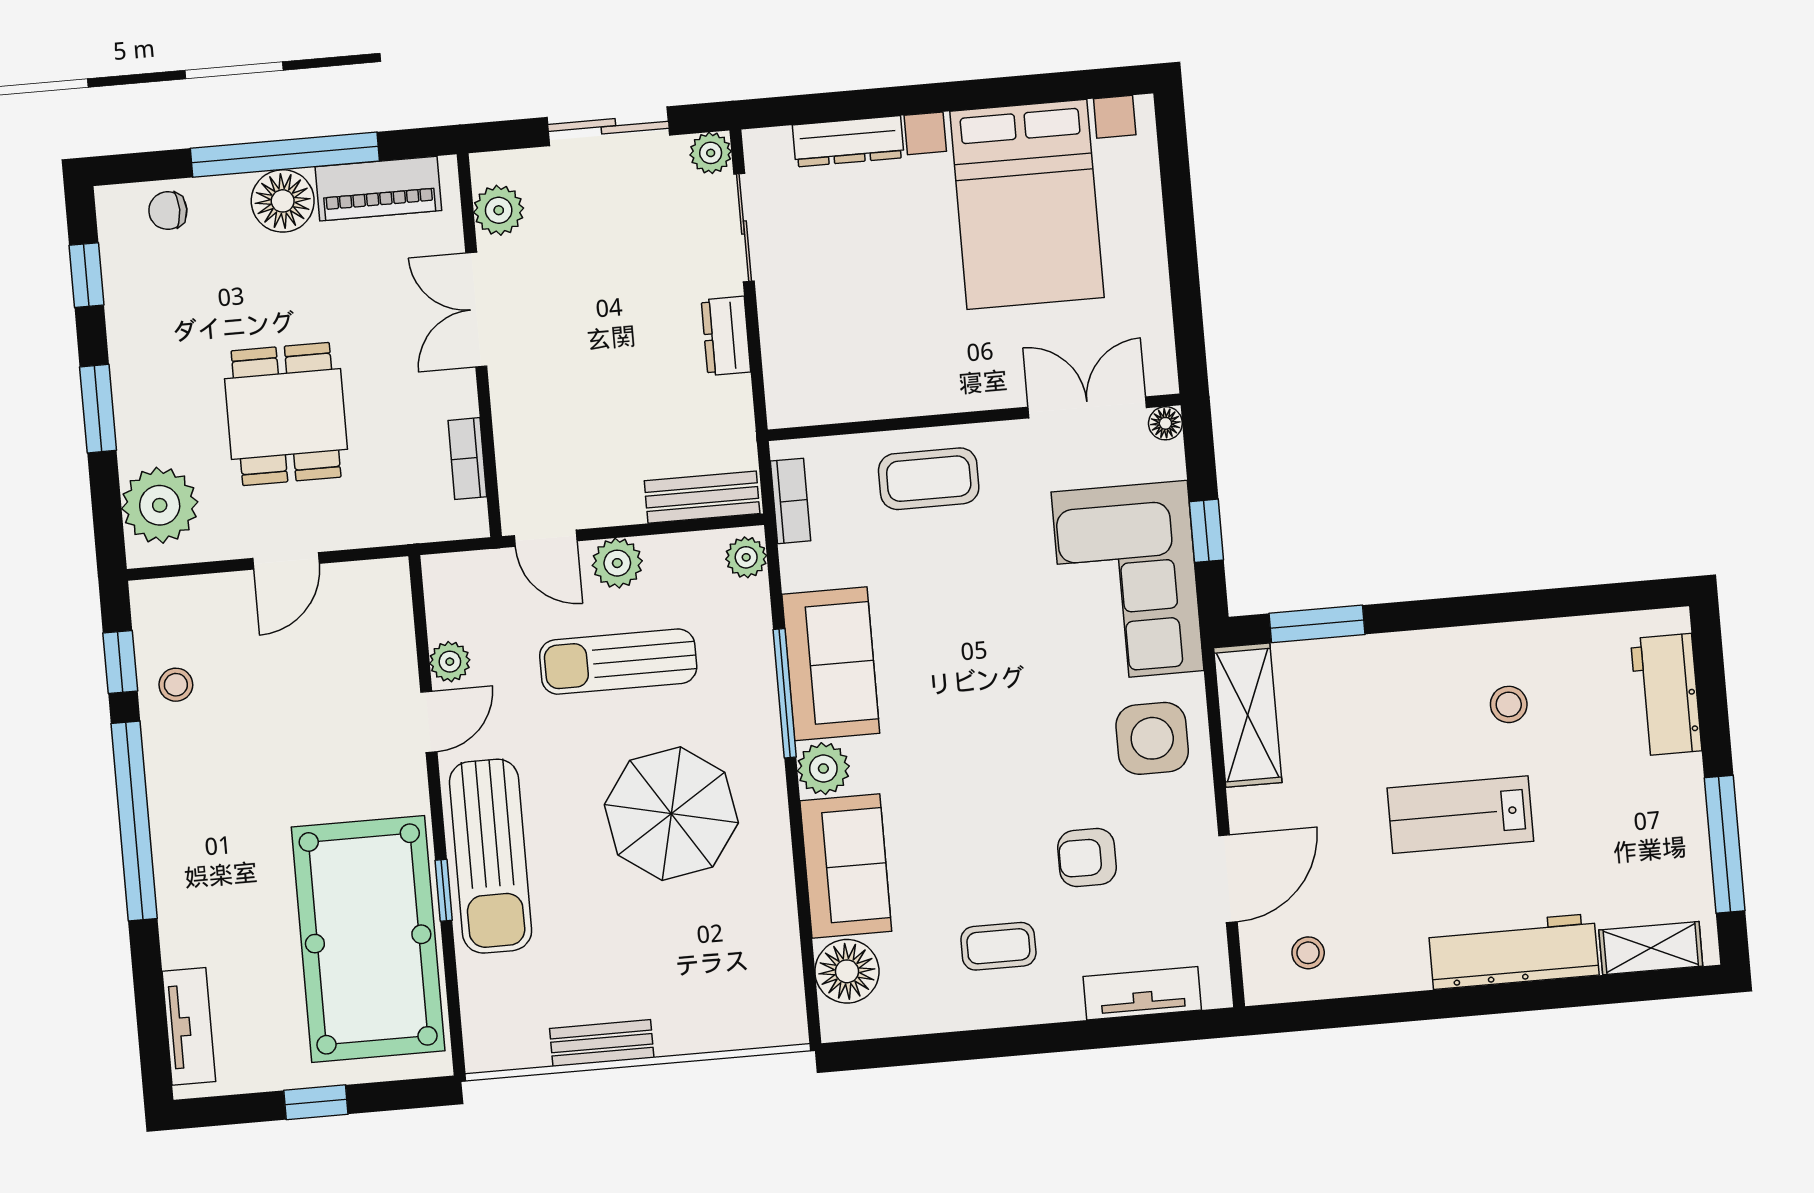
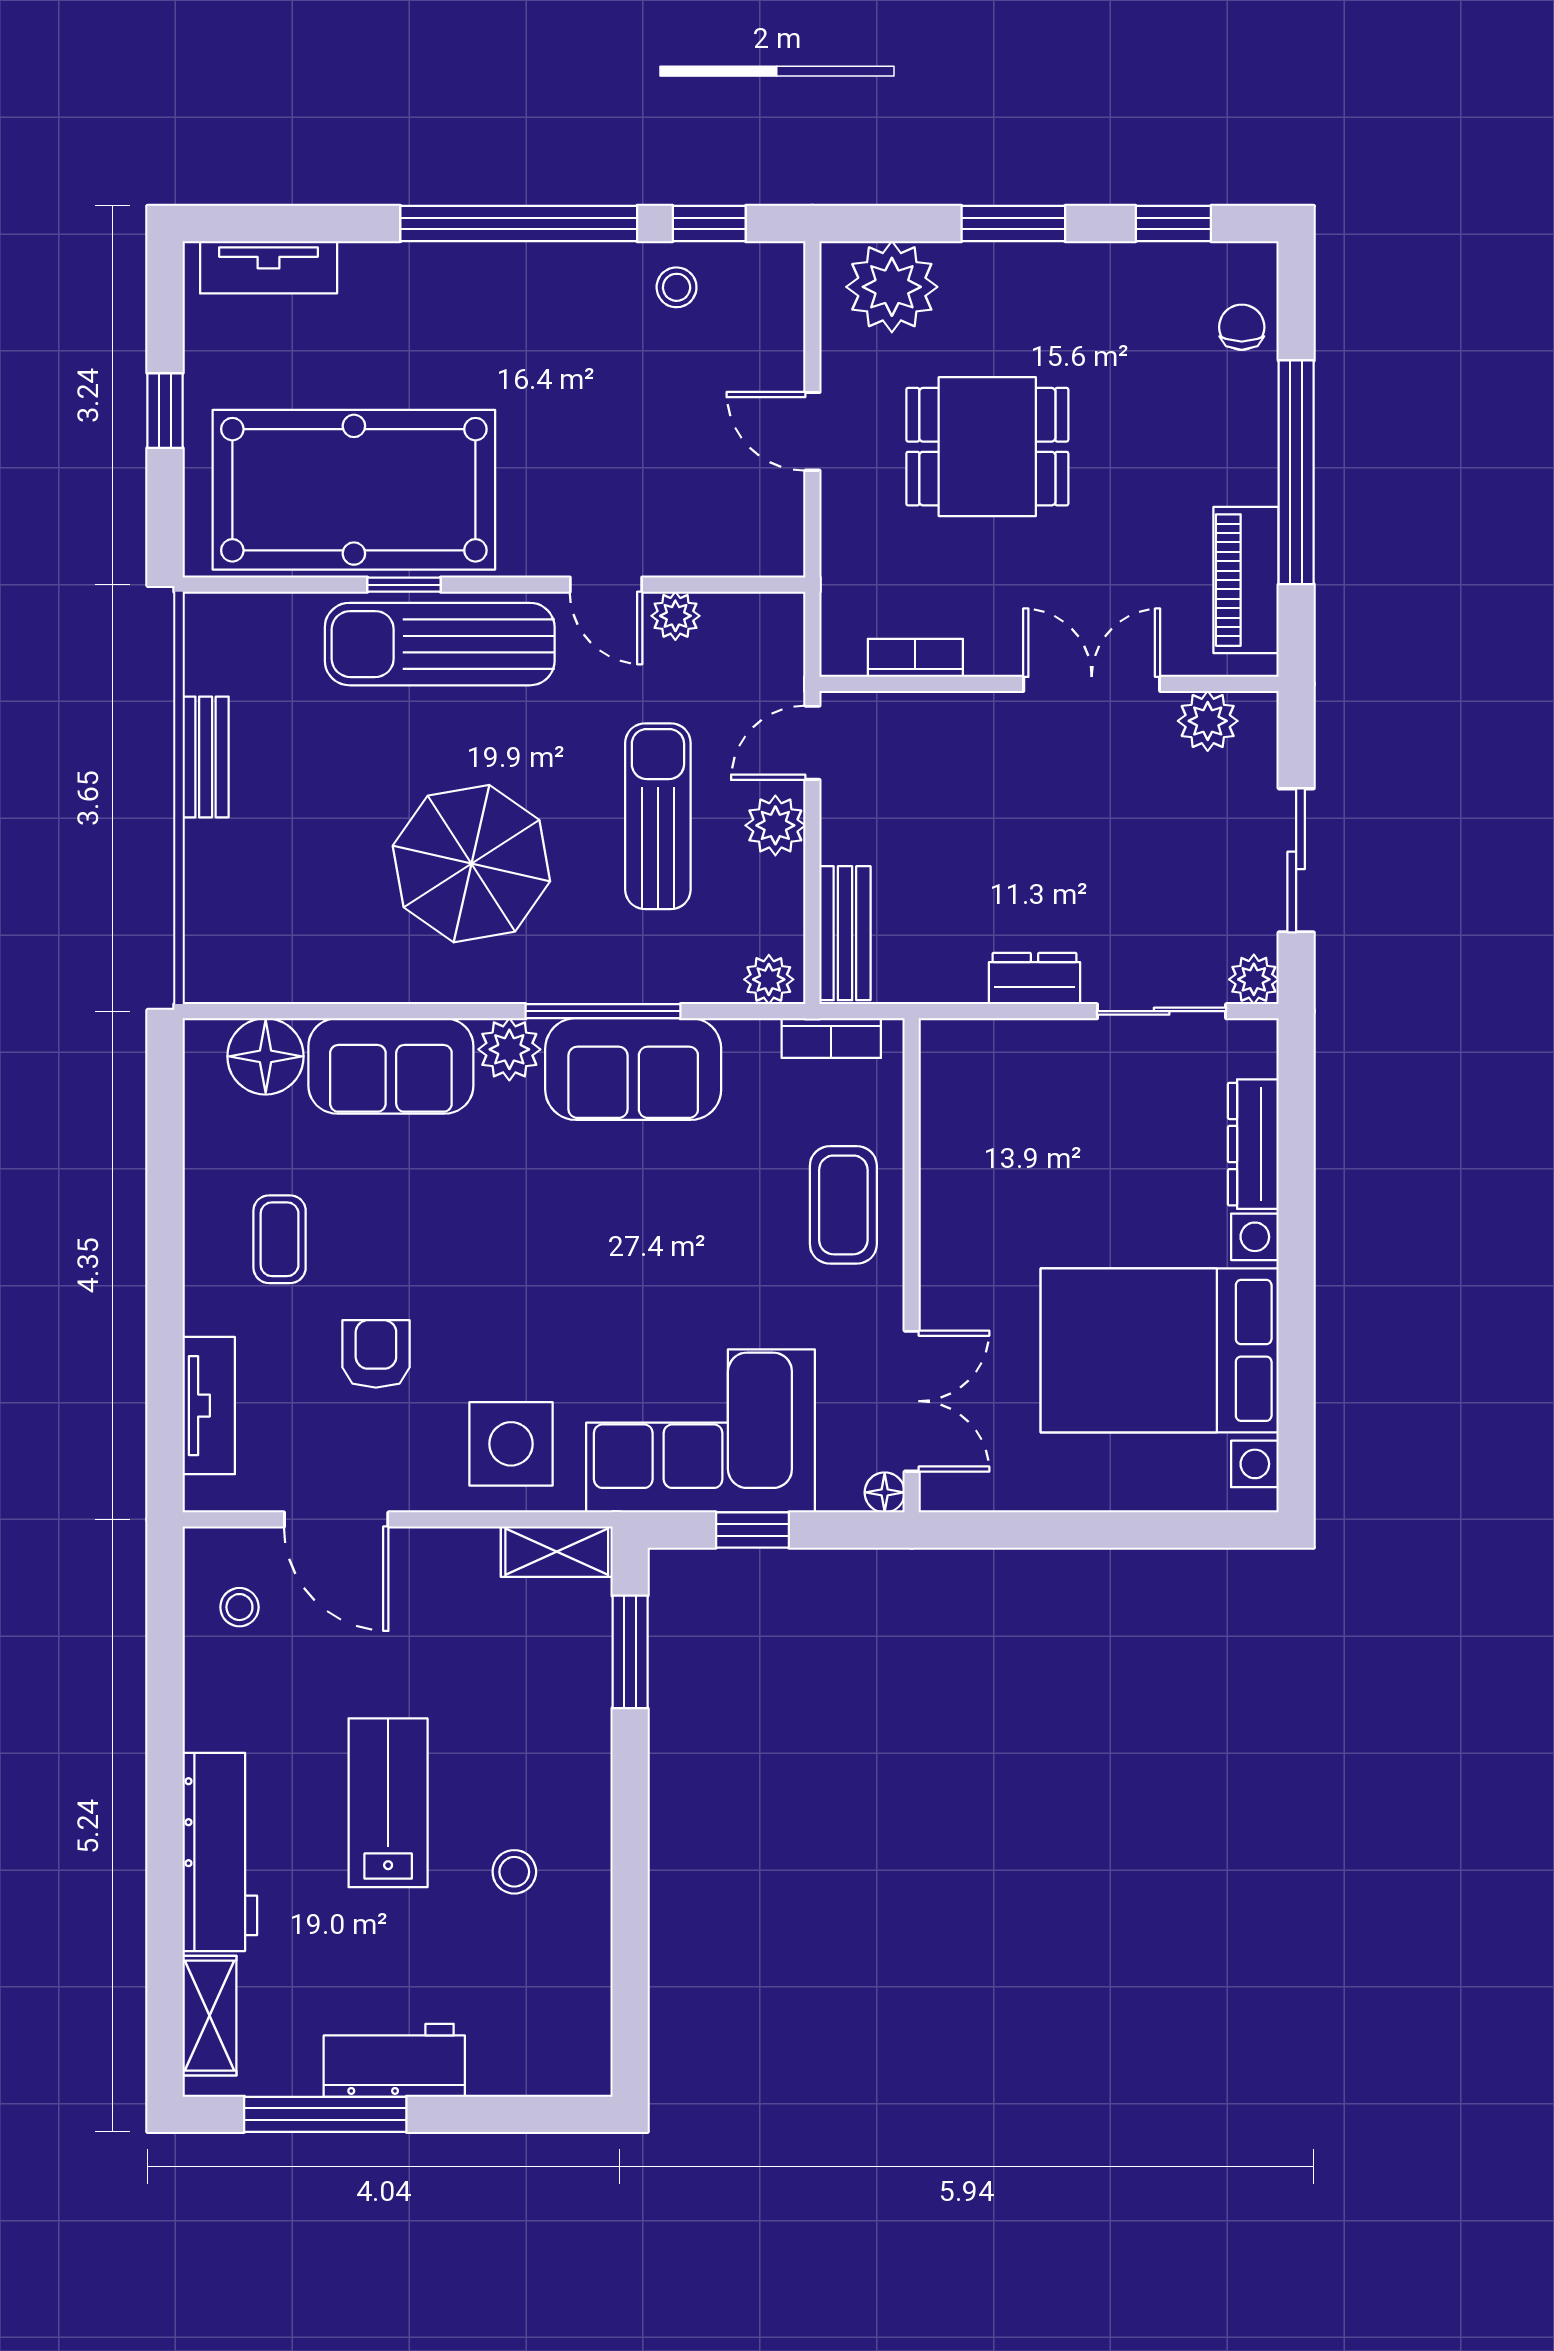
floor lamp: (283, 201) -> (1241, 465), removed
workbench: (1666, 695) -> (394, 2060), moved
shelving: (1248, 715) -> (557, 1552), width x0.67, depth x0.75

